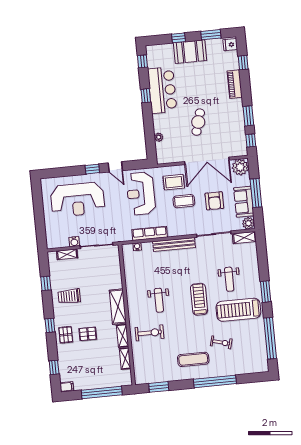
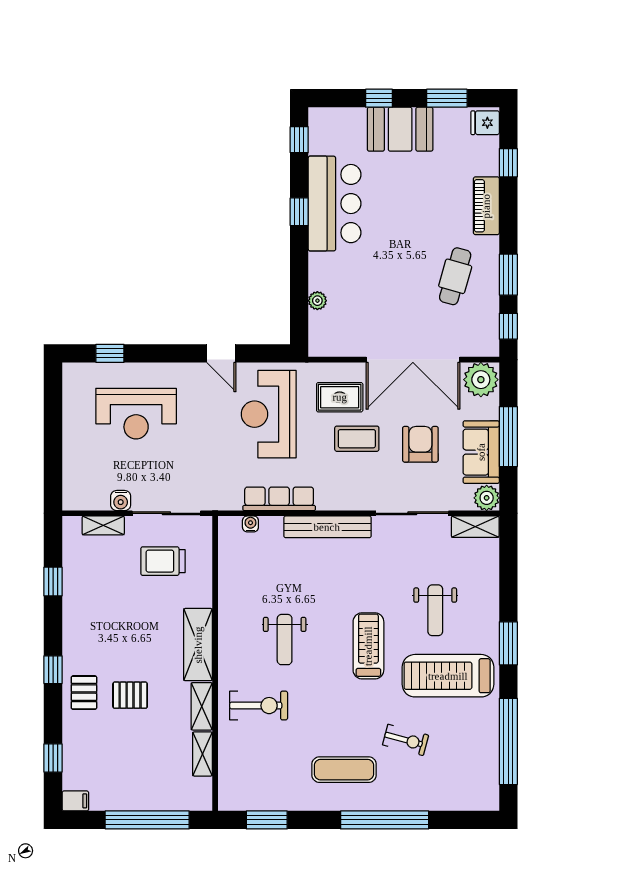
cafe table: (198, 122) -> (455, 276), moved
window: (92, 169) -> (110, 353), moved
reception desk: (78, 200) -> (136, 414), width x0.74, depth x0.77
armchair: (214, 201) -> (420, 444), turned 180
trolley: (69, 296) -> (163, 561), moved

